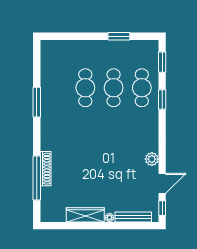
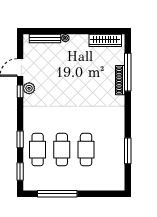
window: (119, 36) -> (57, 194), width x2.11
window: (37, 102) -> (128, 151), moved
window: (162, 208) -> (20, 91), moved
wardrobe: (85, 215) -> (105, 40), moved

